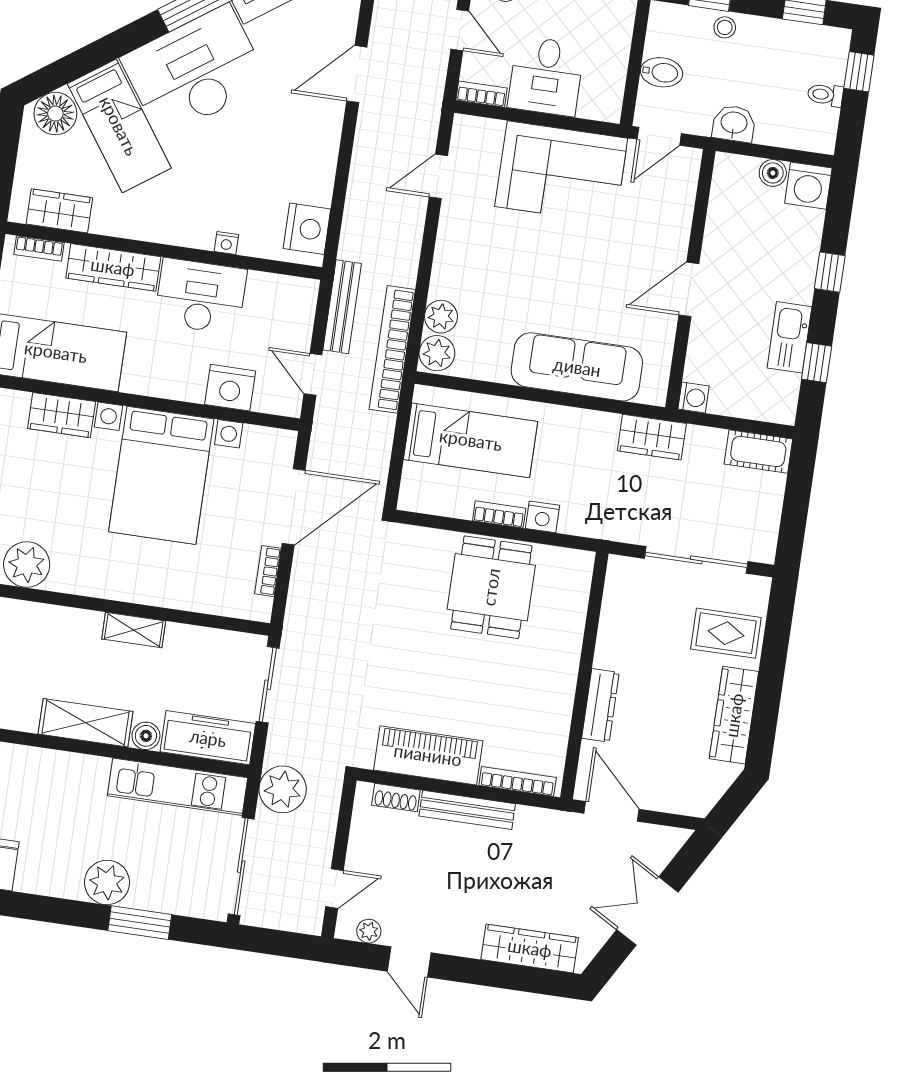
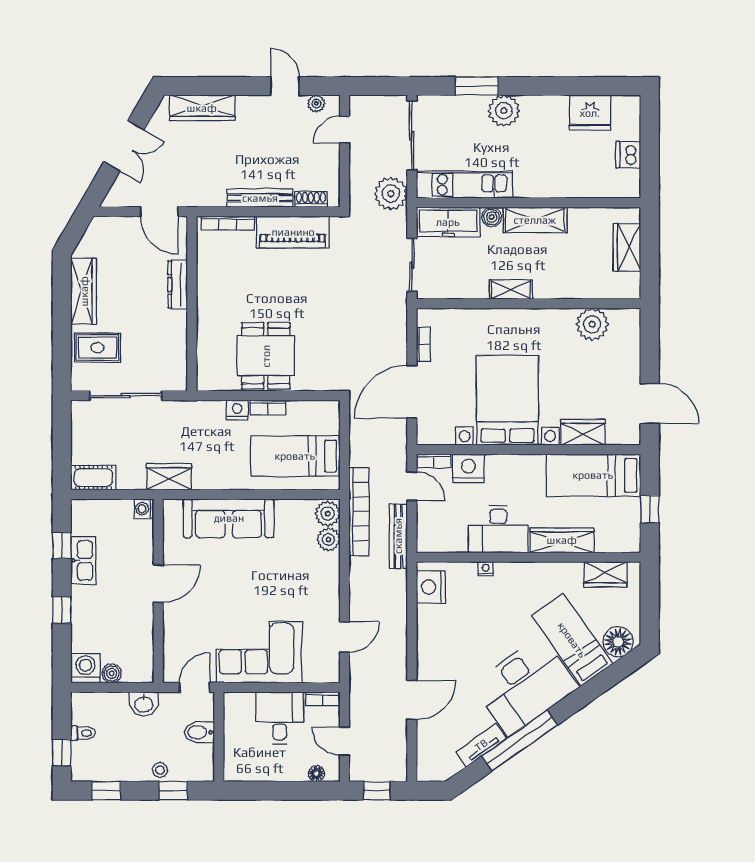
bookcase: (39, 249) -> (434, 461), moved, turned 180

